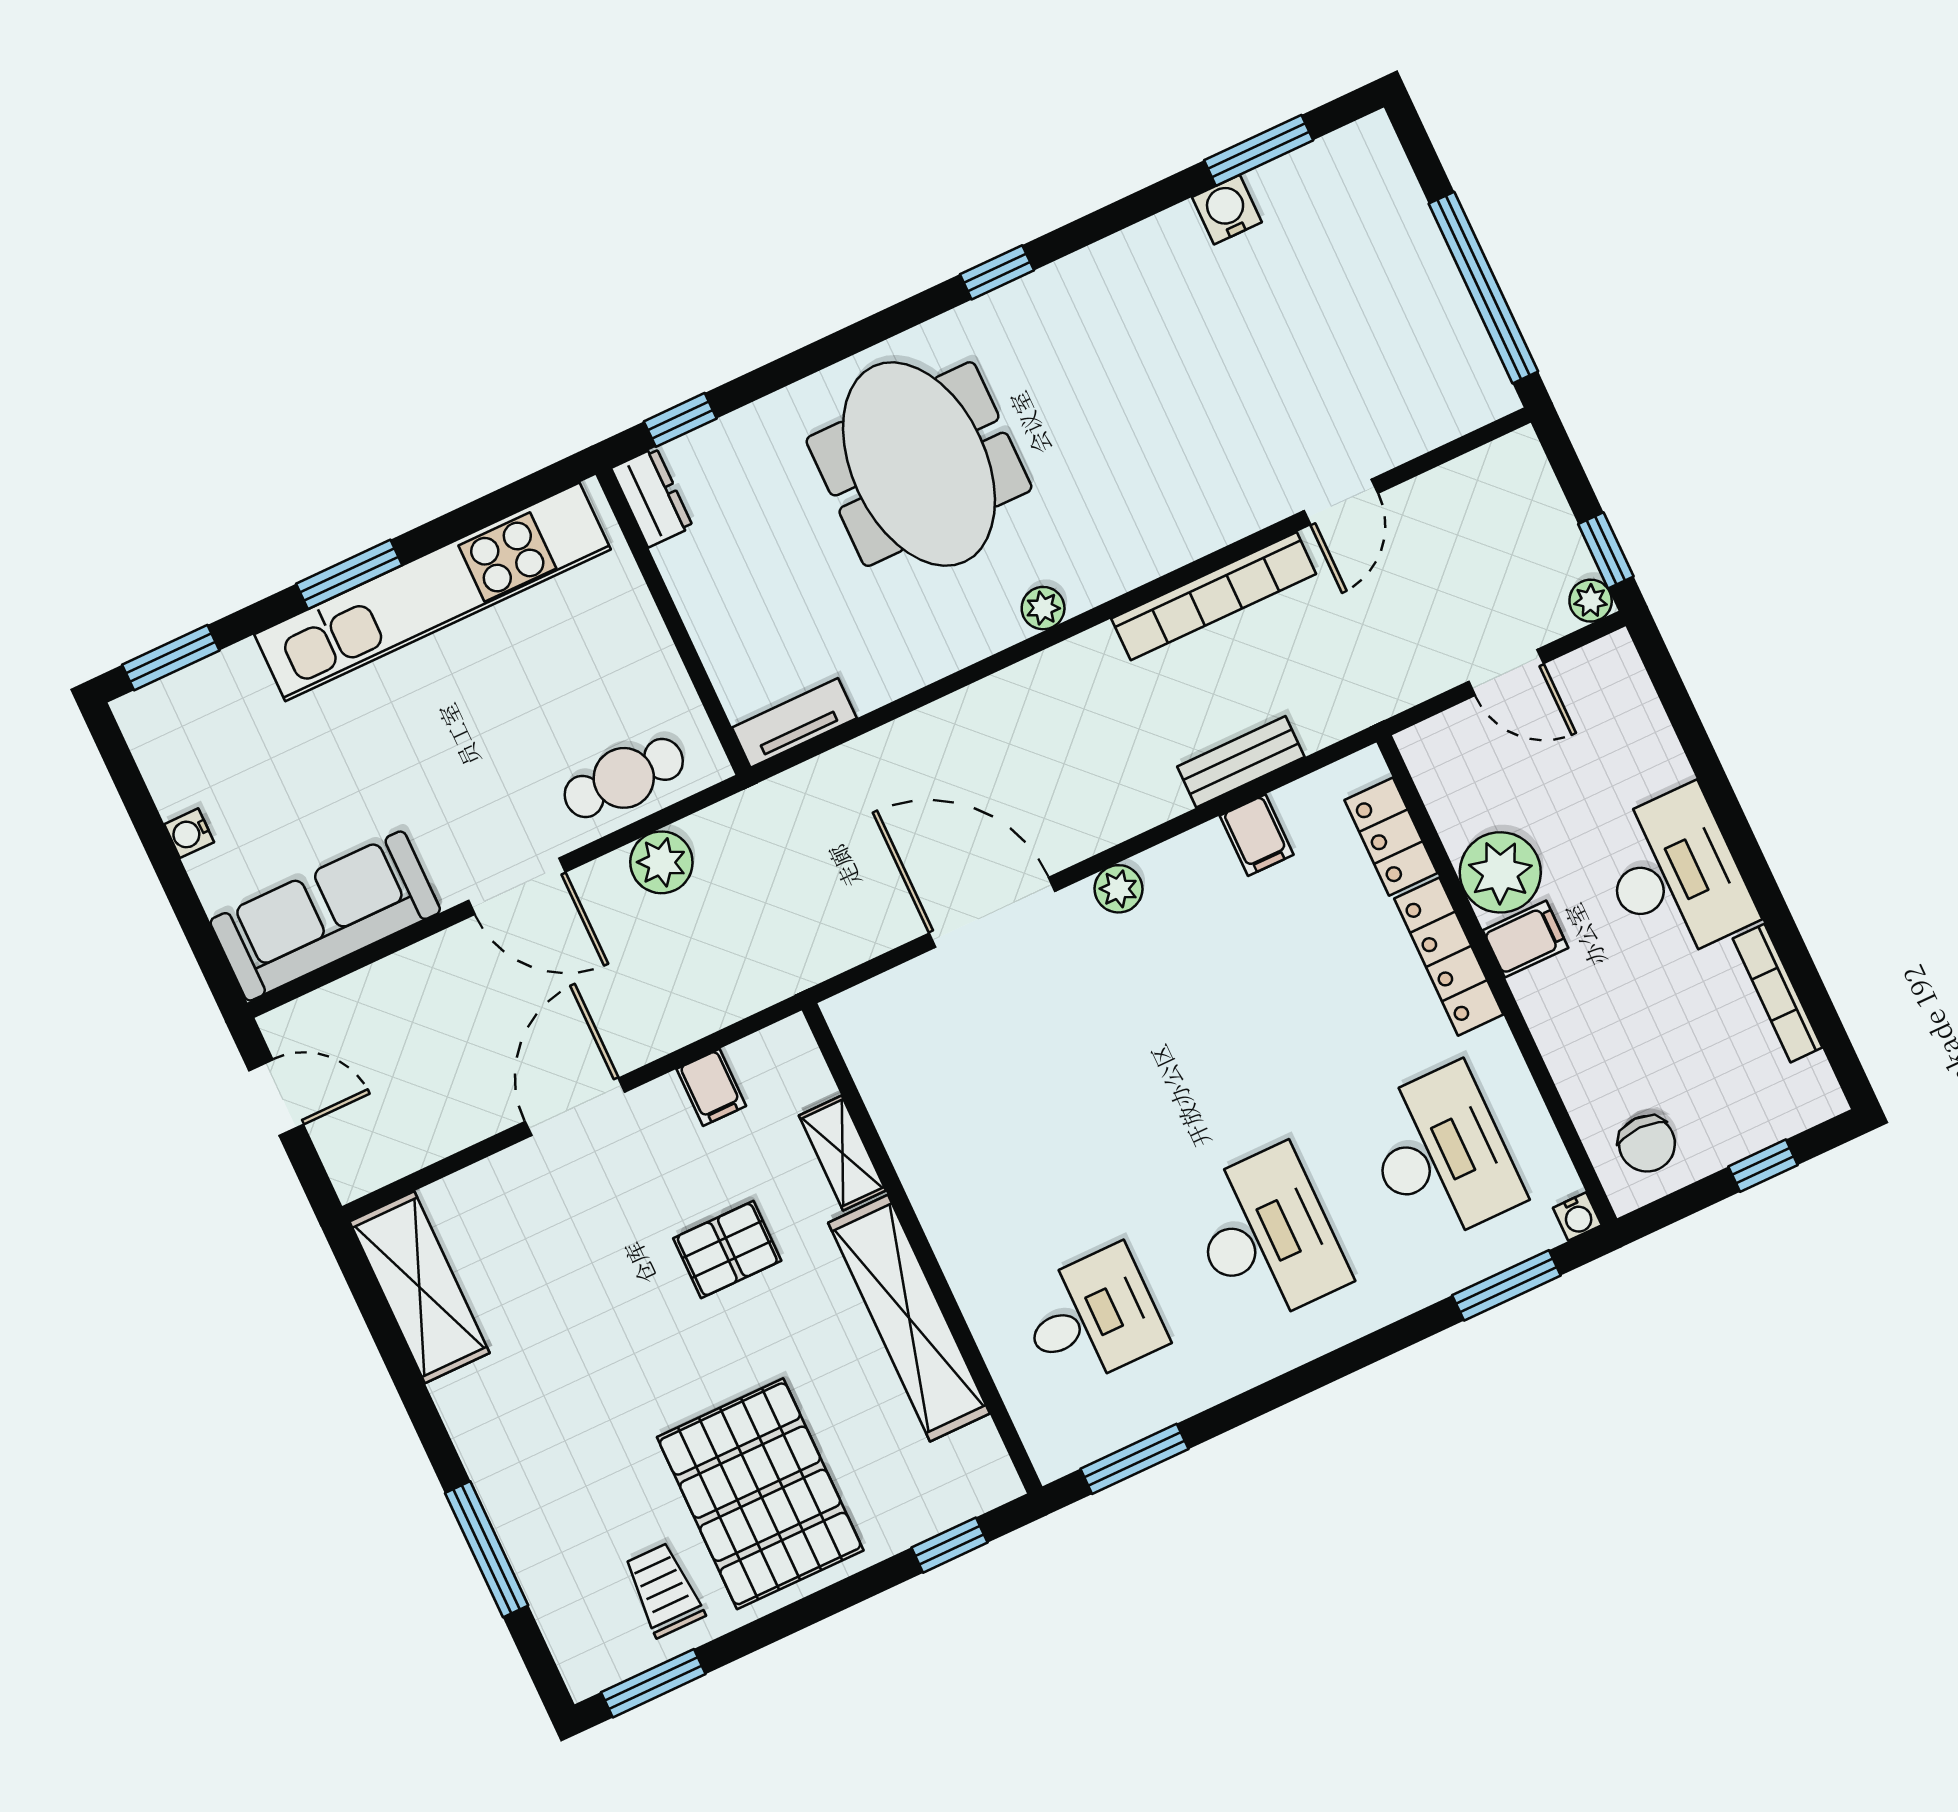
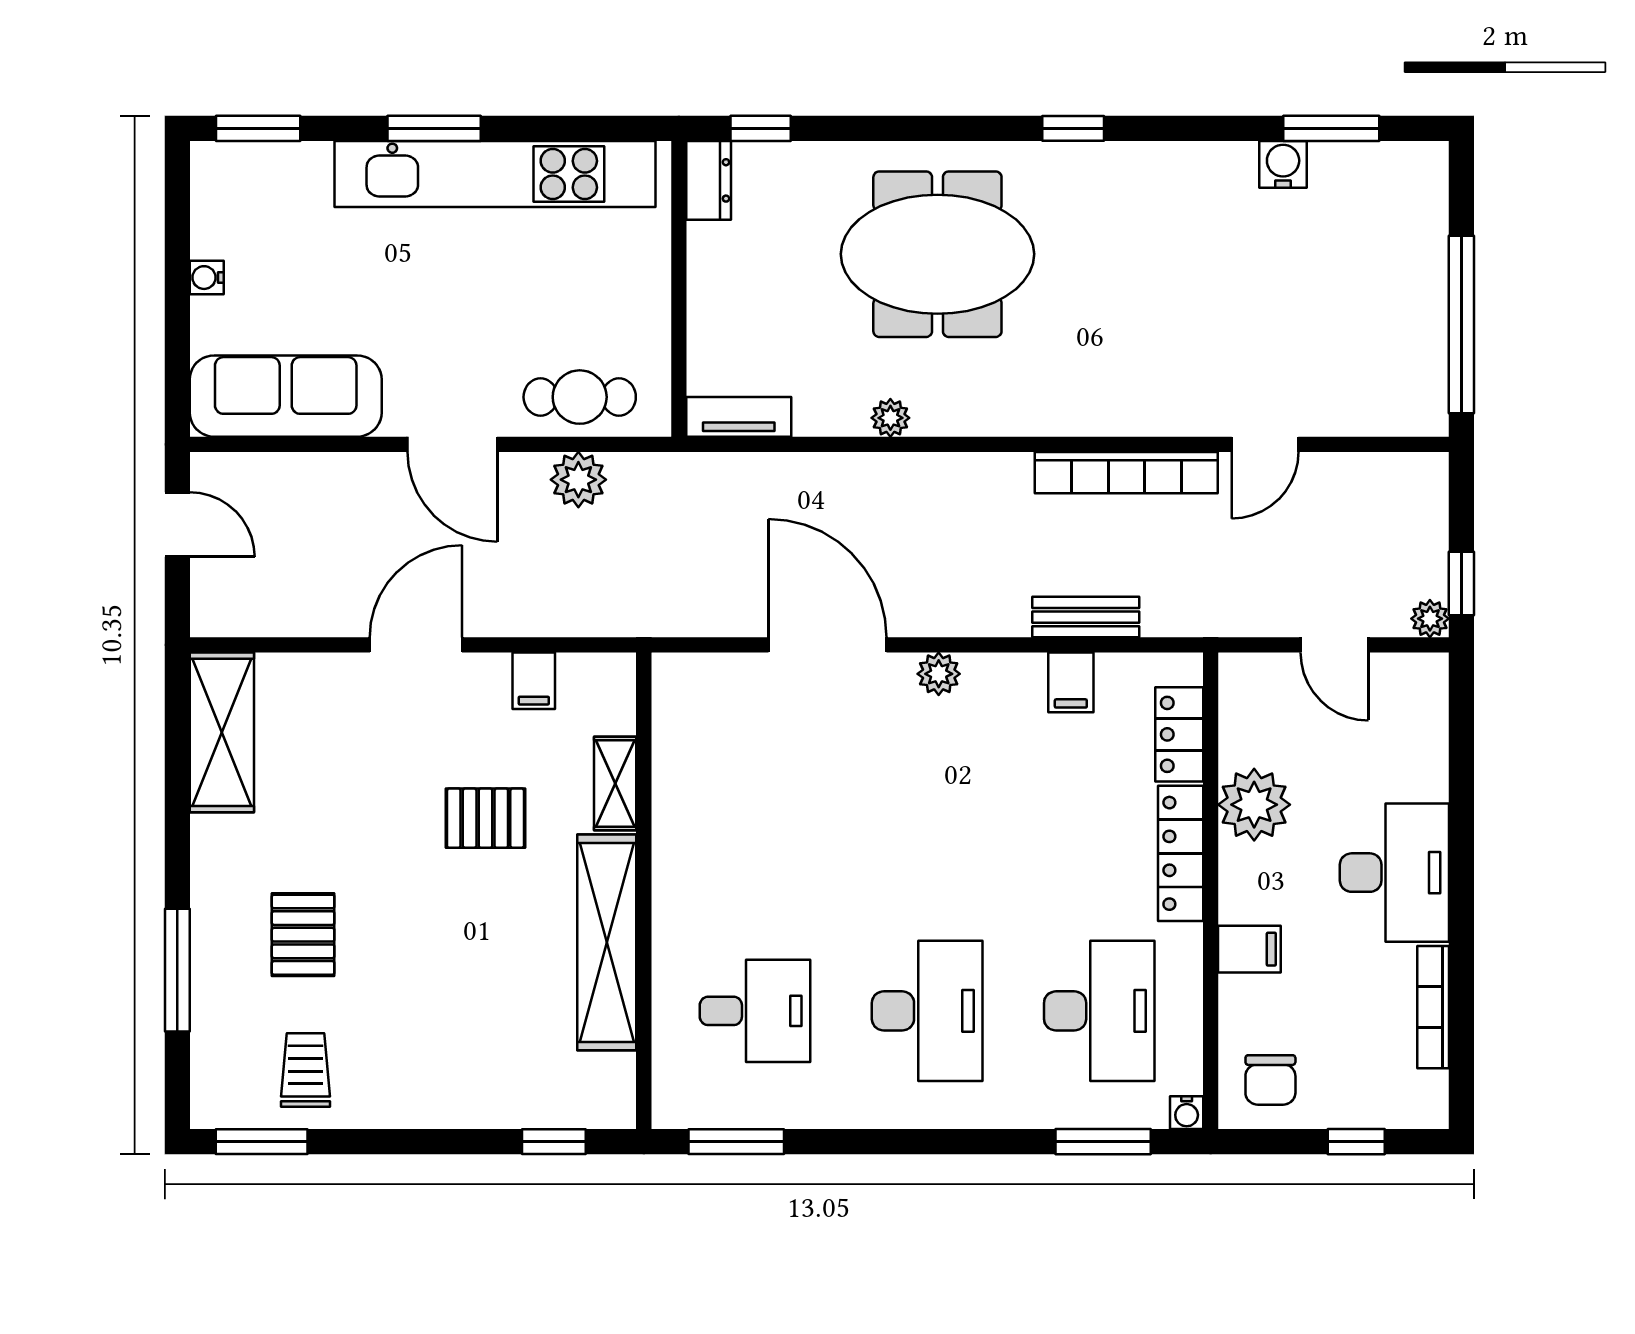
meeting table: (919, 464) -> (937, 254), turned 90
plant: (1043, 608) -> (890, 418), moved
filing cabinet: (1525, 939) -> (1249, 949), moved
pallet: (760, 1494) -> (303, 935), moved, width x0.49, depth x0.50

